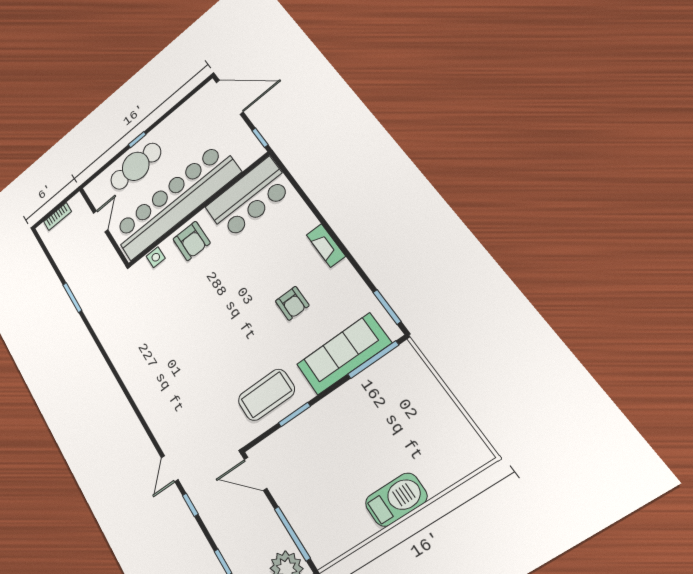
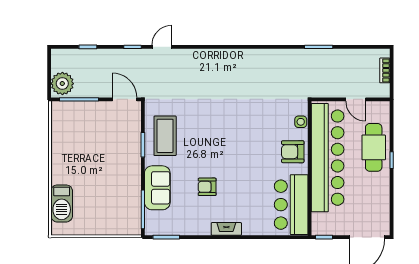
sofa: (344, 354) -> (157, 188), width x0.73
door: (170, 469) -> (162, 47), hinge flipped
door: (256, 474) -> (125, 99), hinge flipped
barbecue: (396, 500) -> (62, 203), moved

